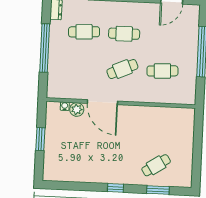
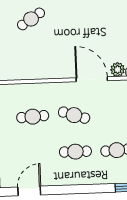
cafe table: (122, 69) -> (74, 115), turned 42

